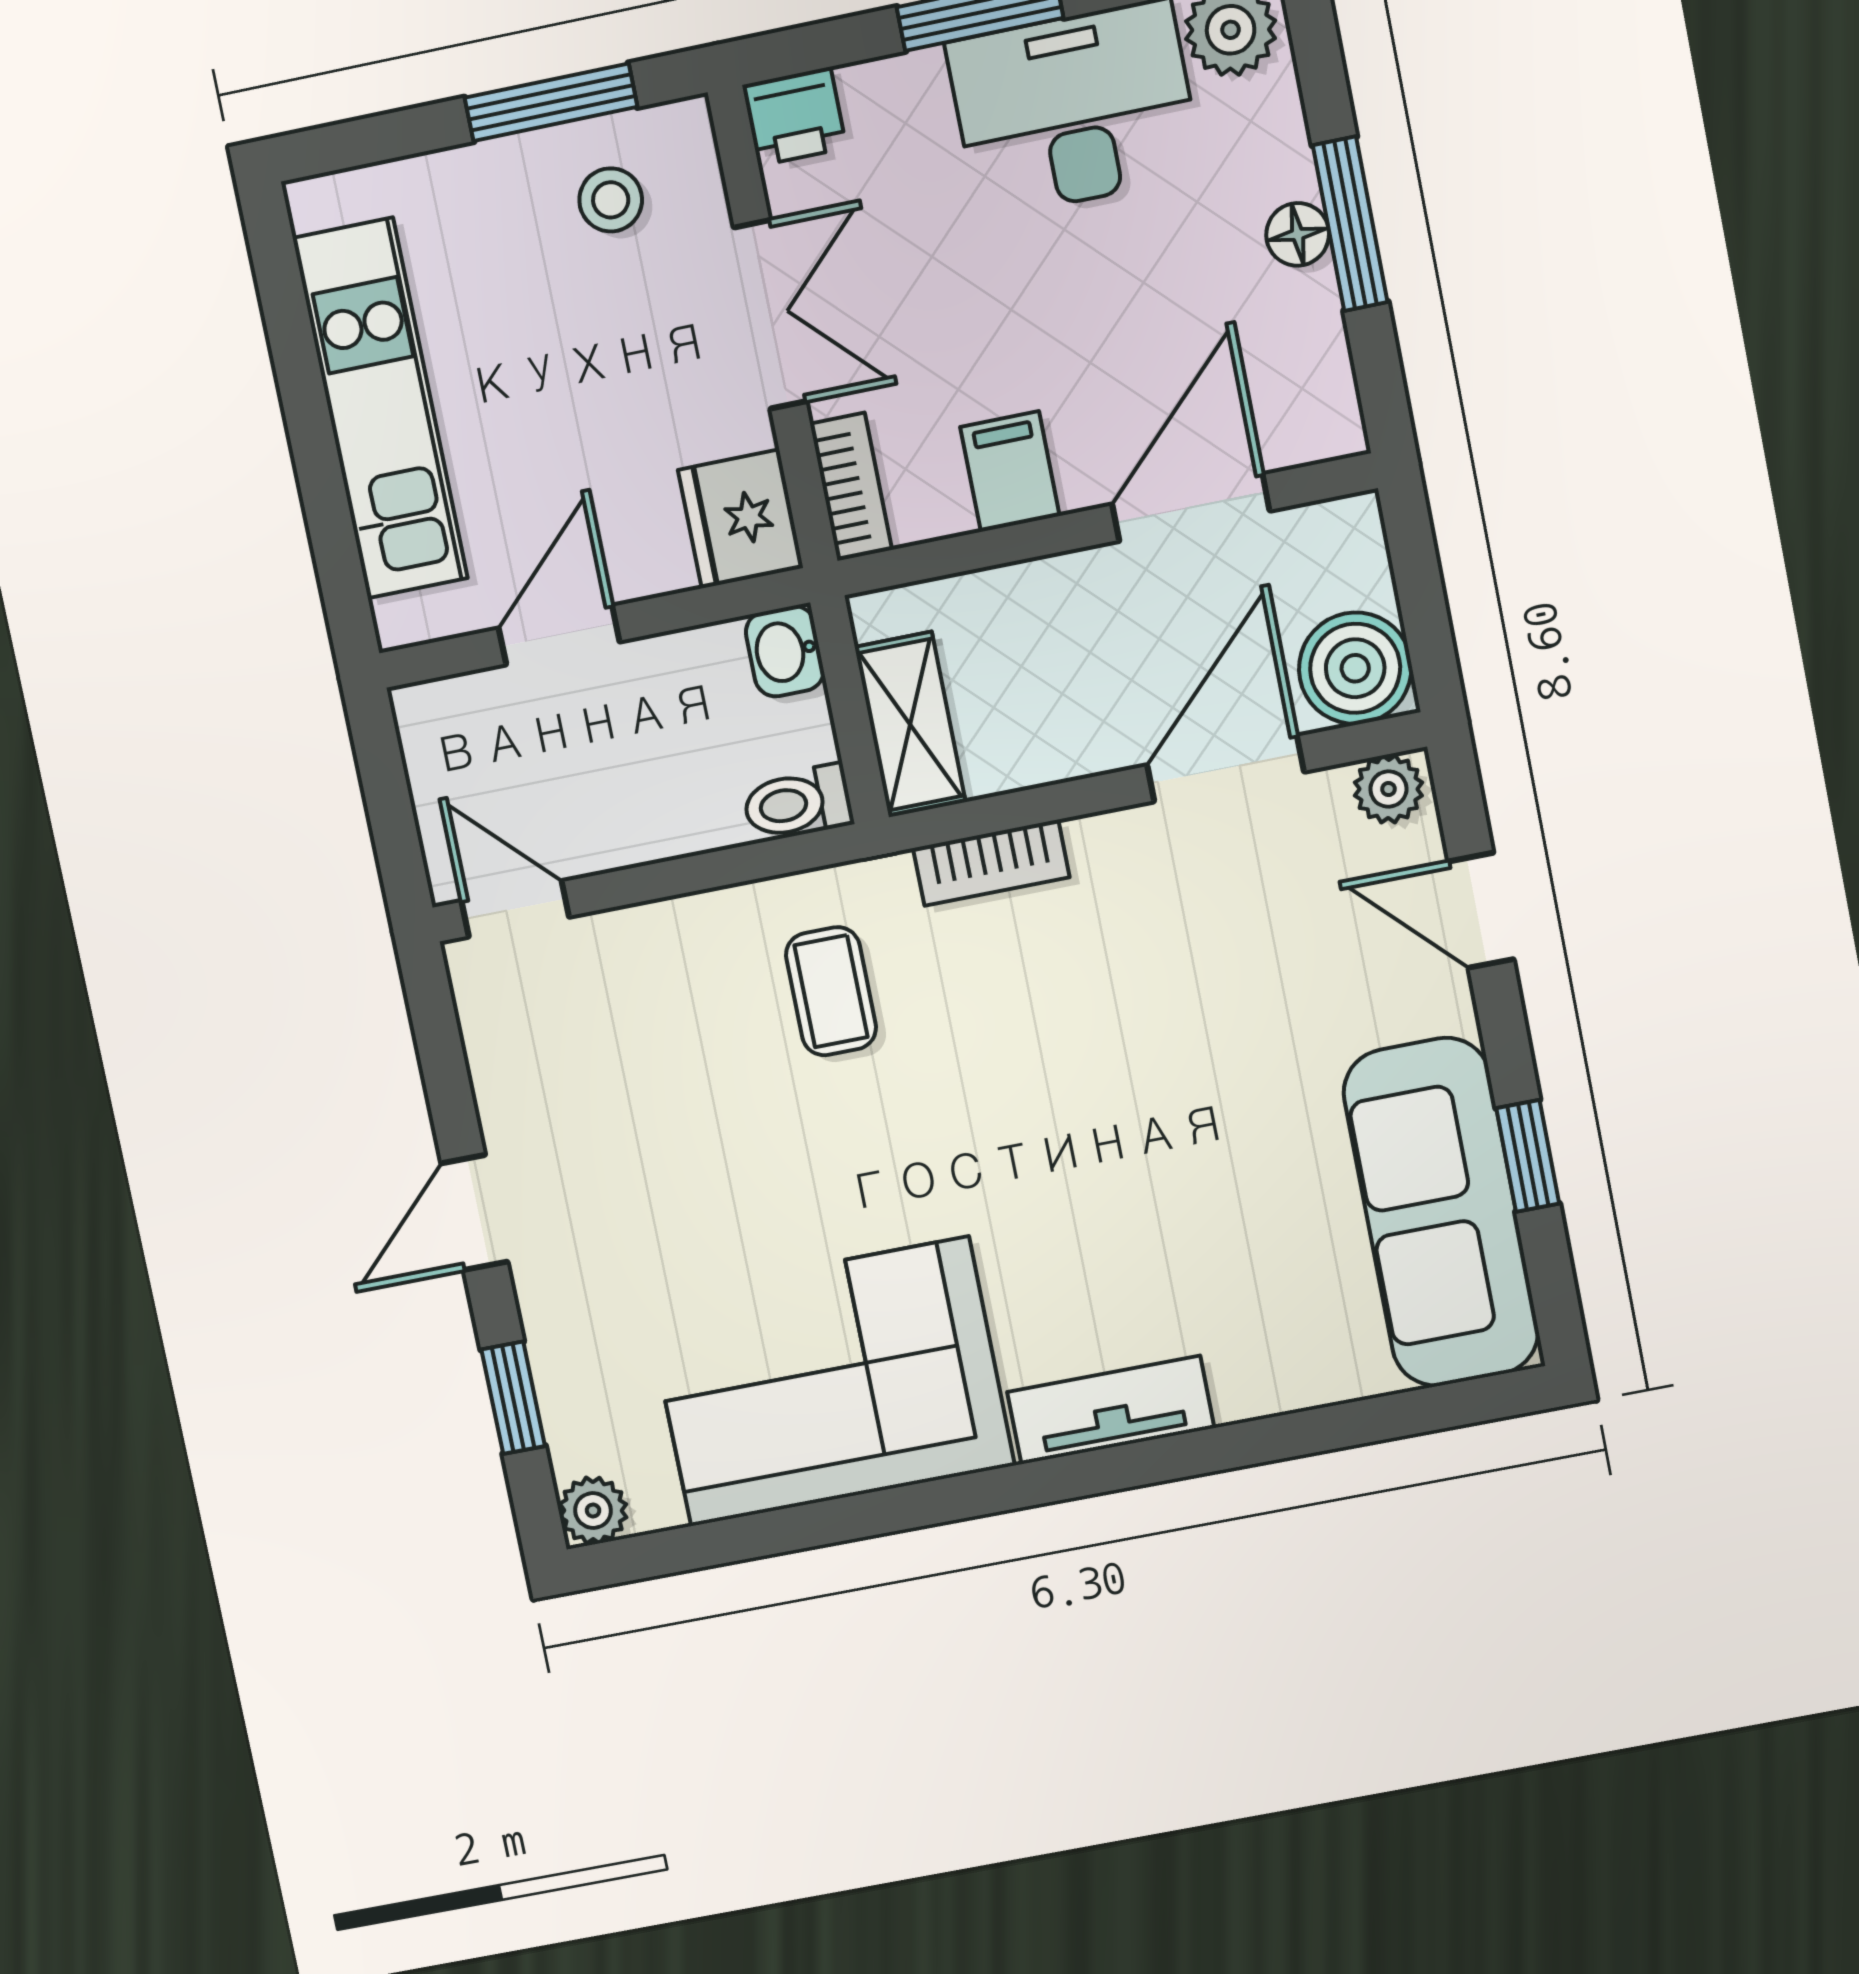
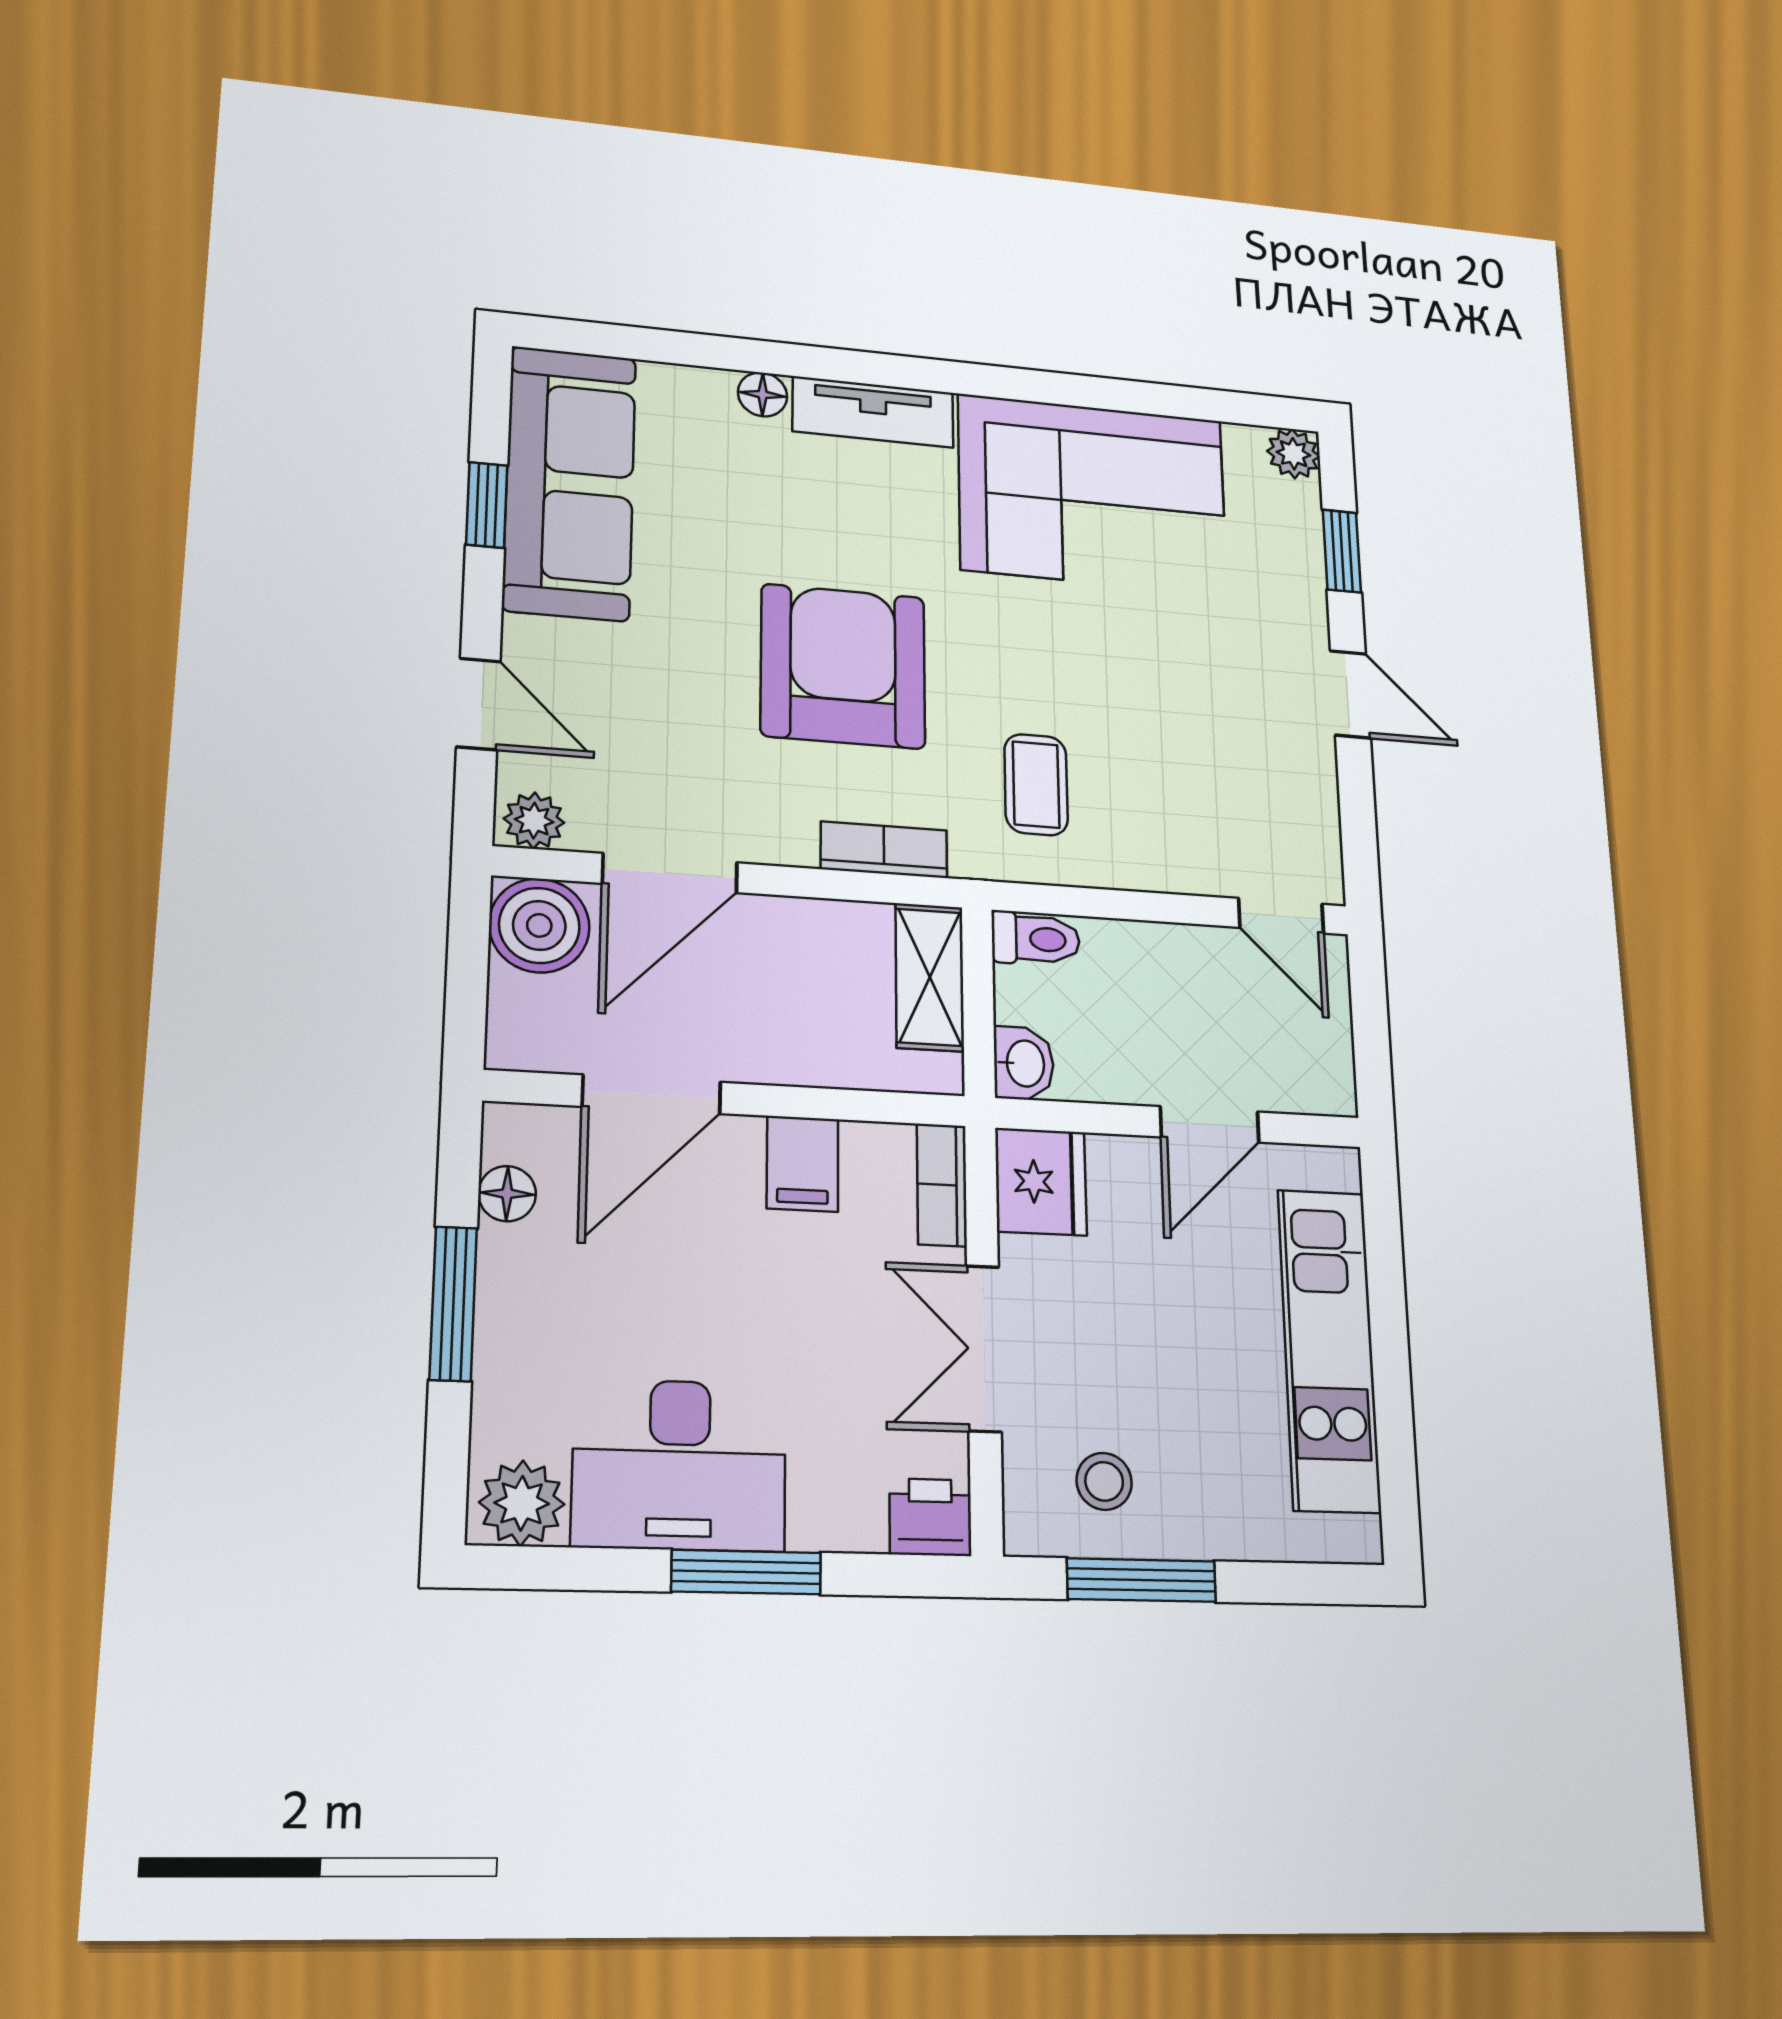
floor lamp: (1298, 234) -> (507, 1194), moved
armchair: (1082, 1075) -> (843, 666), added
door: (474, 1213) -> (1350, 694), hinge flipped
floor lamp: (1245, 1393) -> (763, 394), added

